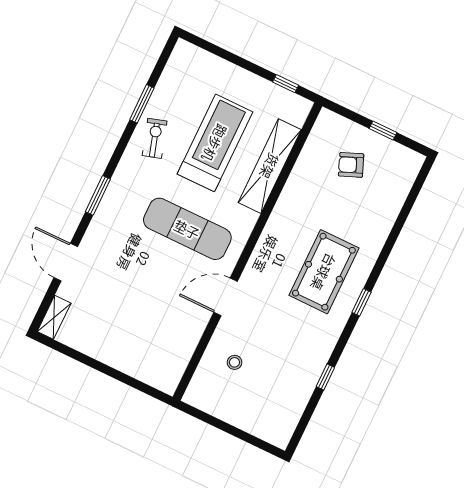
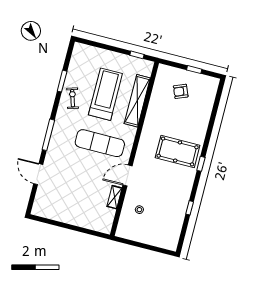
window: (98, 195) -> (48, 135), width x1.44
pool table: (324, 272) -> (178, 151), turned 90
shelving: (54, 317) -> (114, 197), moved

